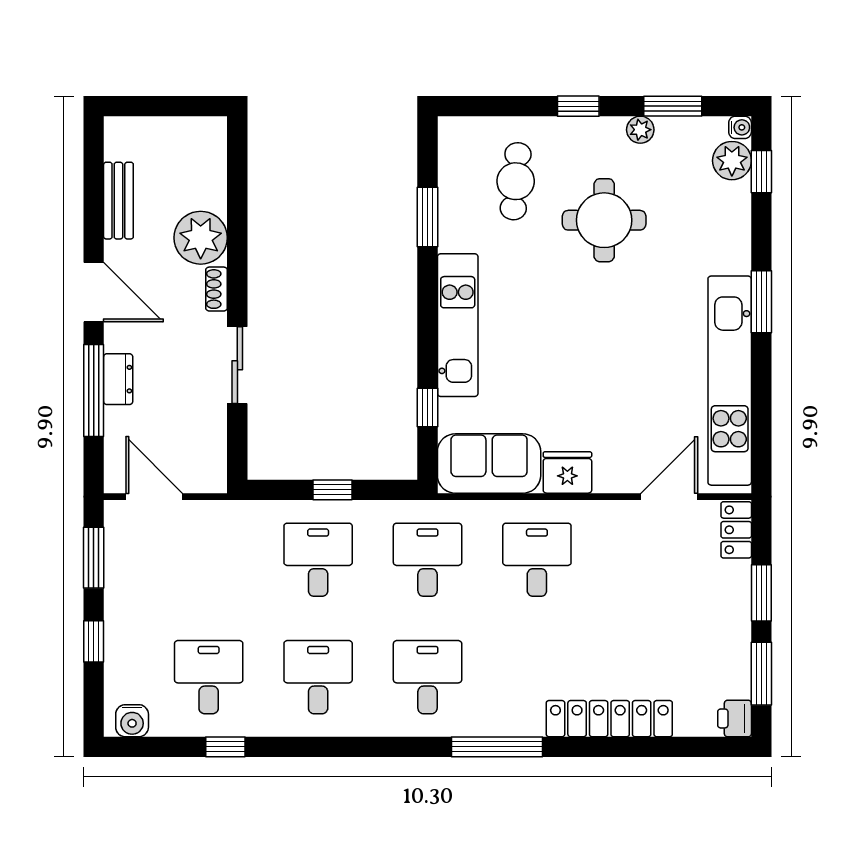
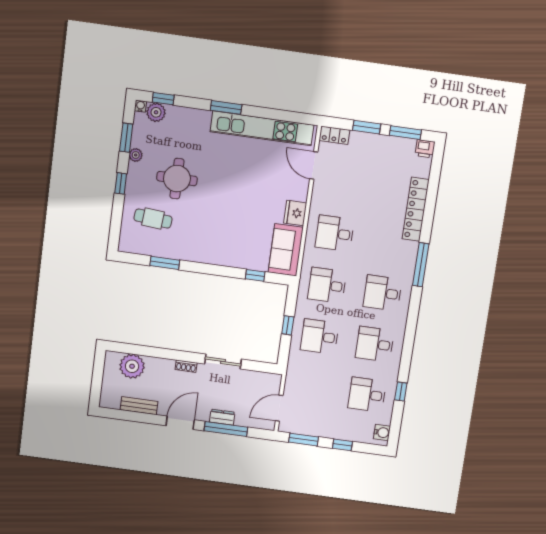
plant: (201, 238) -> (132, 366), moved
kitchen unit: (458, 325) -> (218, 256), removed

